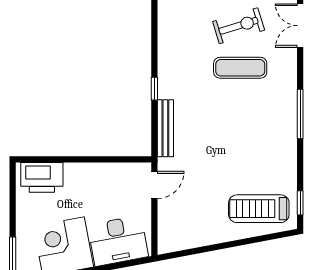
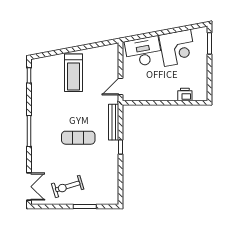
exercise mat: (240, 68) -> (78, 138), moved
printer: (42, 177) -> (185, 94), width x0.53, depth x0.68
treadmill: (259, 209) -> (74, 73), moved, turned 90

